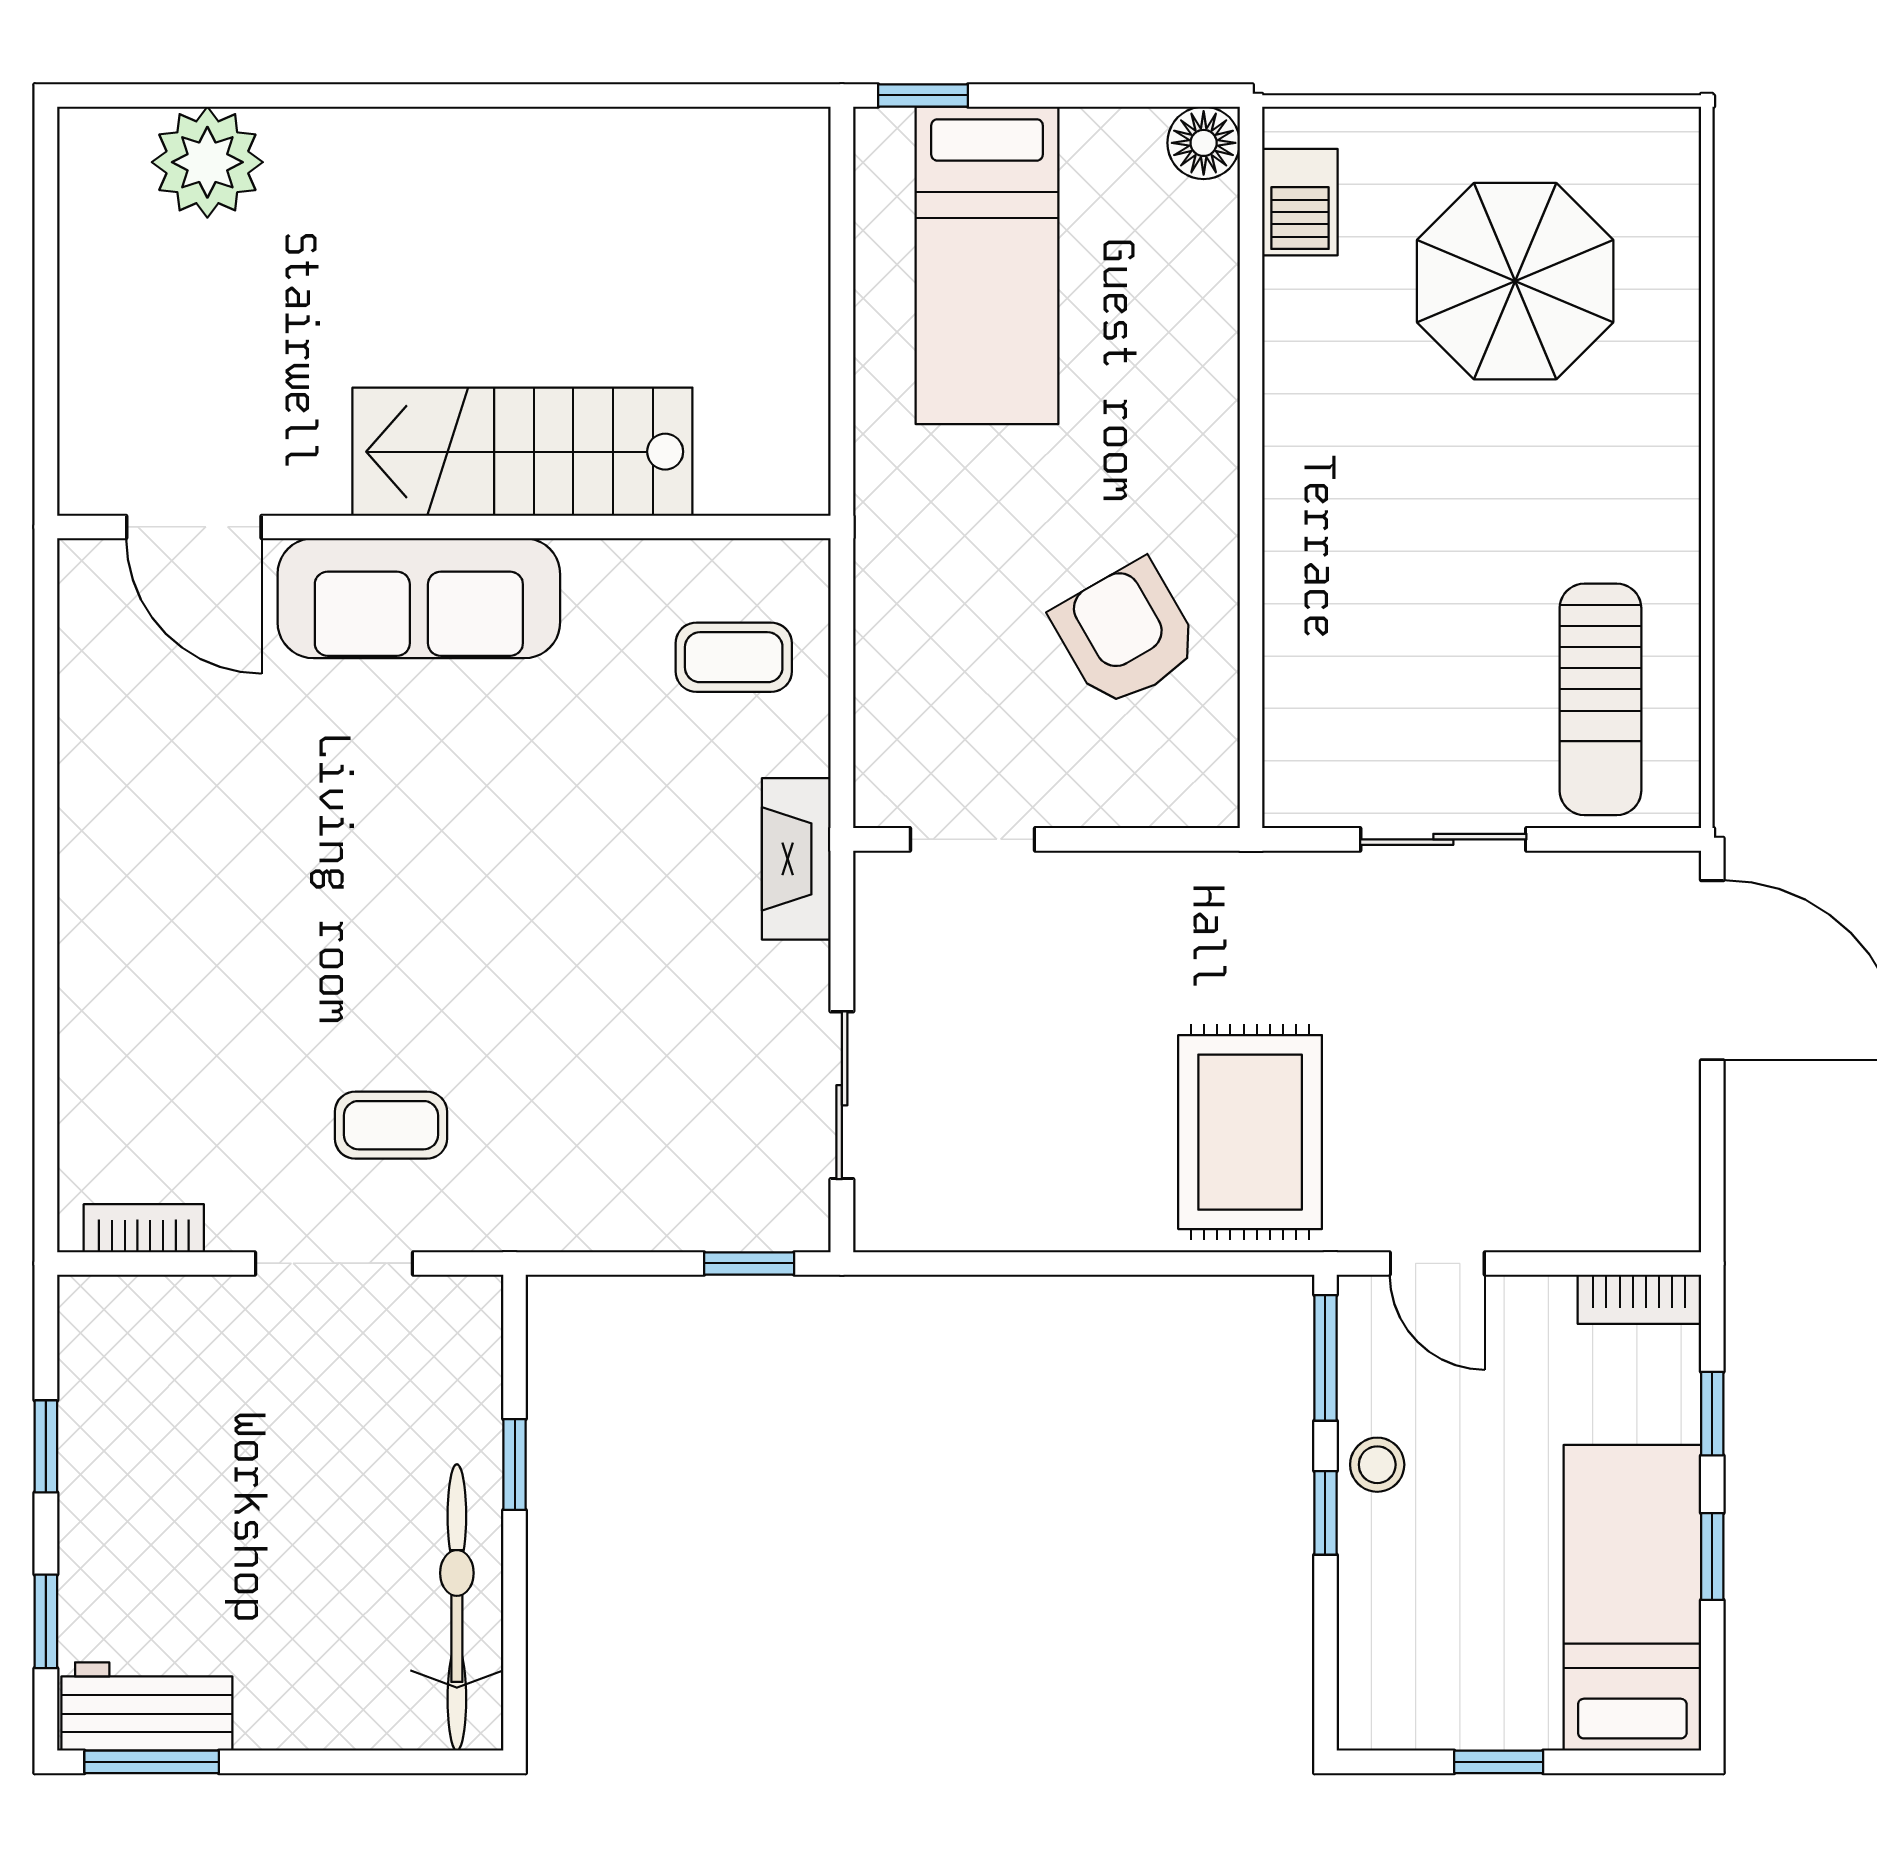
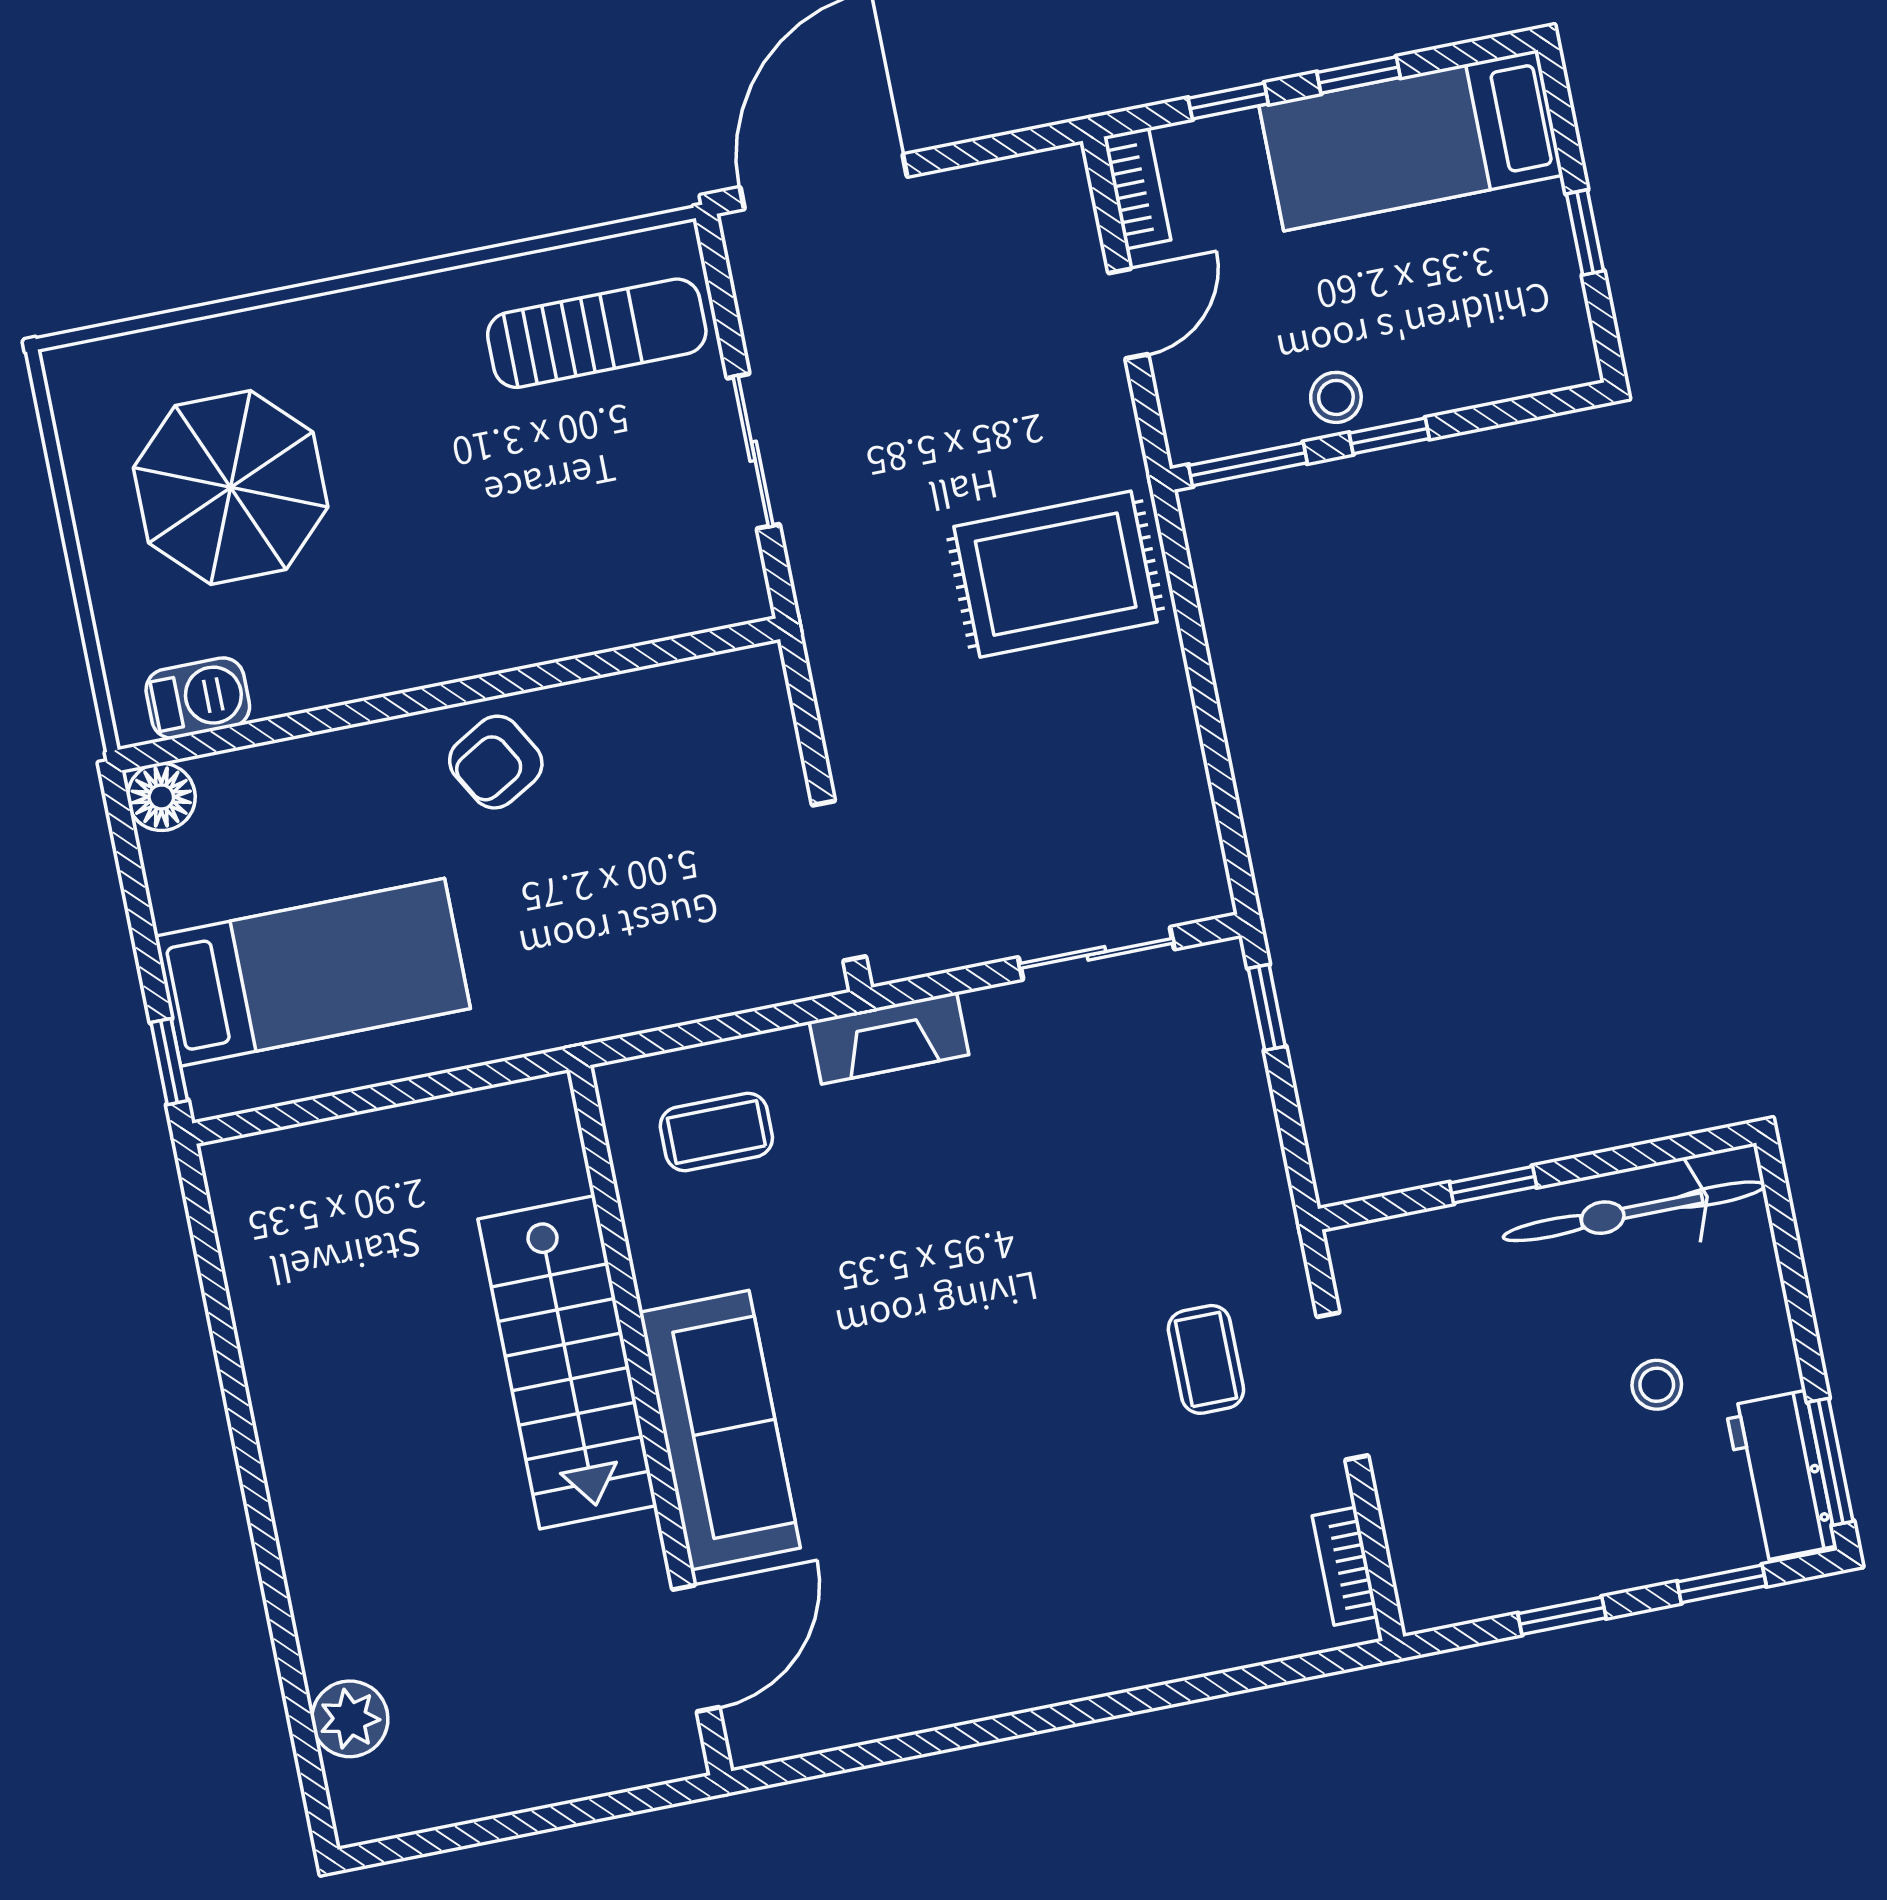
plant: (207, 162) -> (350, 1719), width x0.73, depth x0.73
armchair: (1126, 634) -> (496, 762), moved, width x0.72, depth x0.72
coffee table: (734, 657) -> (716, 1132), turned 90
doorway: (973, 839) -> (839, 881), width x1.38
door: (1437, 1263) -> (1128, 314), moved
stool: (269, 1595) -> (1657, 1385), added

